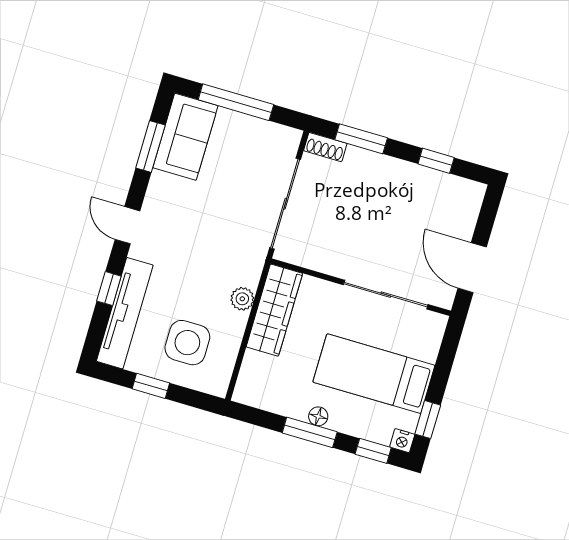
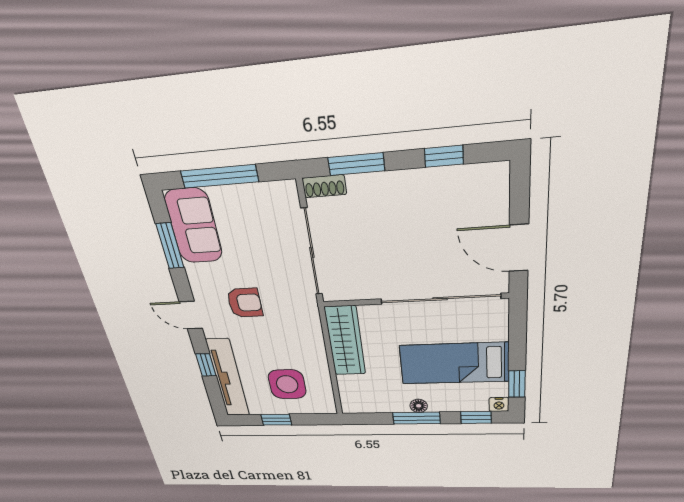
armchair: (192, 232) -> (245, 303), added
sliding door: (386, 295) -> (440, 299), width x1.36
plant: (242, 299) -> (314, 341), removed

